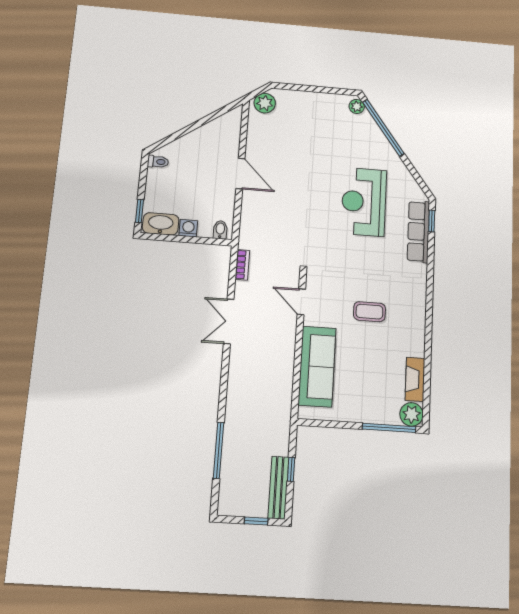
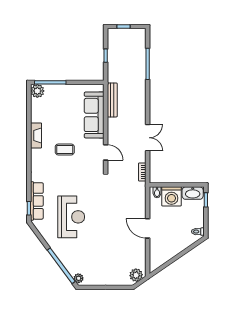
washing machine: (188, 228) -> (172, 196), width x1.89, depth x1.89
fireplace: (415, 379) -> (36, 135), moved
bench: (278, 488) -> (112, 100), moved

